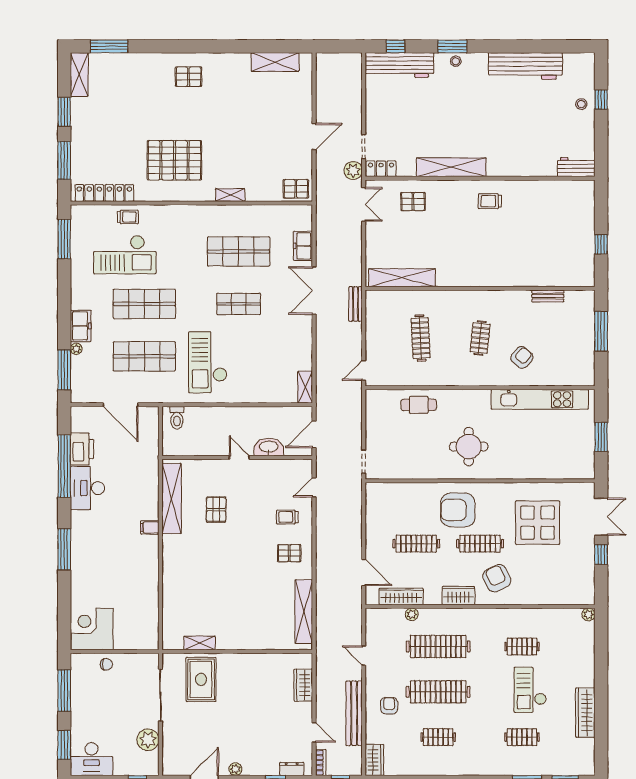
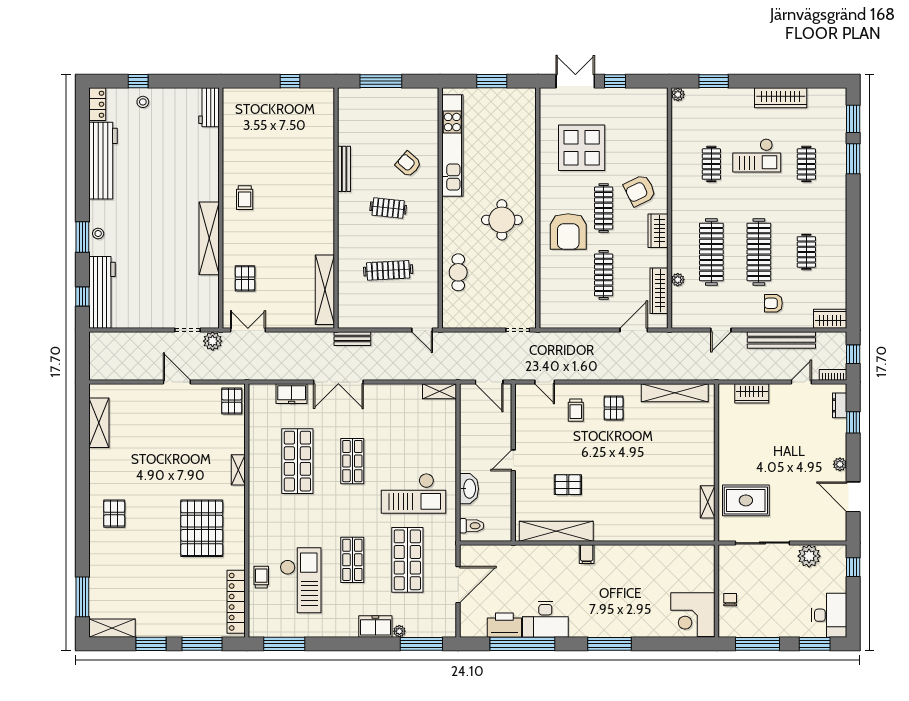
locker: (381, 169) -> (97, 104), moved, turned 180
bench: (548, 296) -> (344, 169), moved, width x1.36
shop shelf: (144, 304) -> (352, 560), width x0.70, depth x0.74
washbasin: (269, 447) -> (469, 489), moved, turned 180
window: (601, 649) -> (714, 81), added

